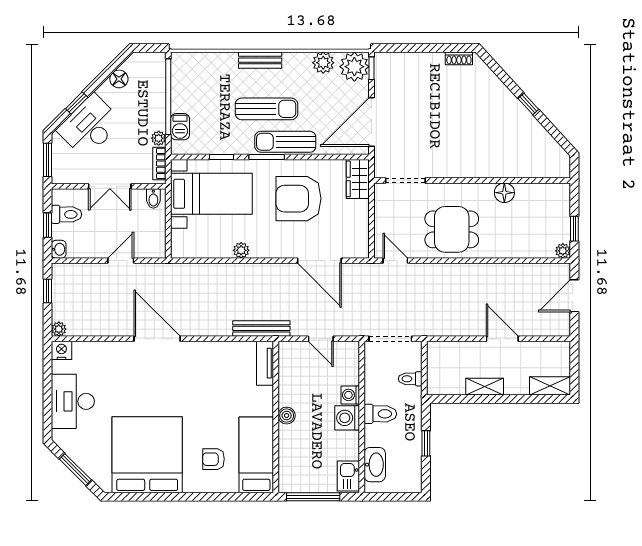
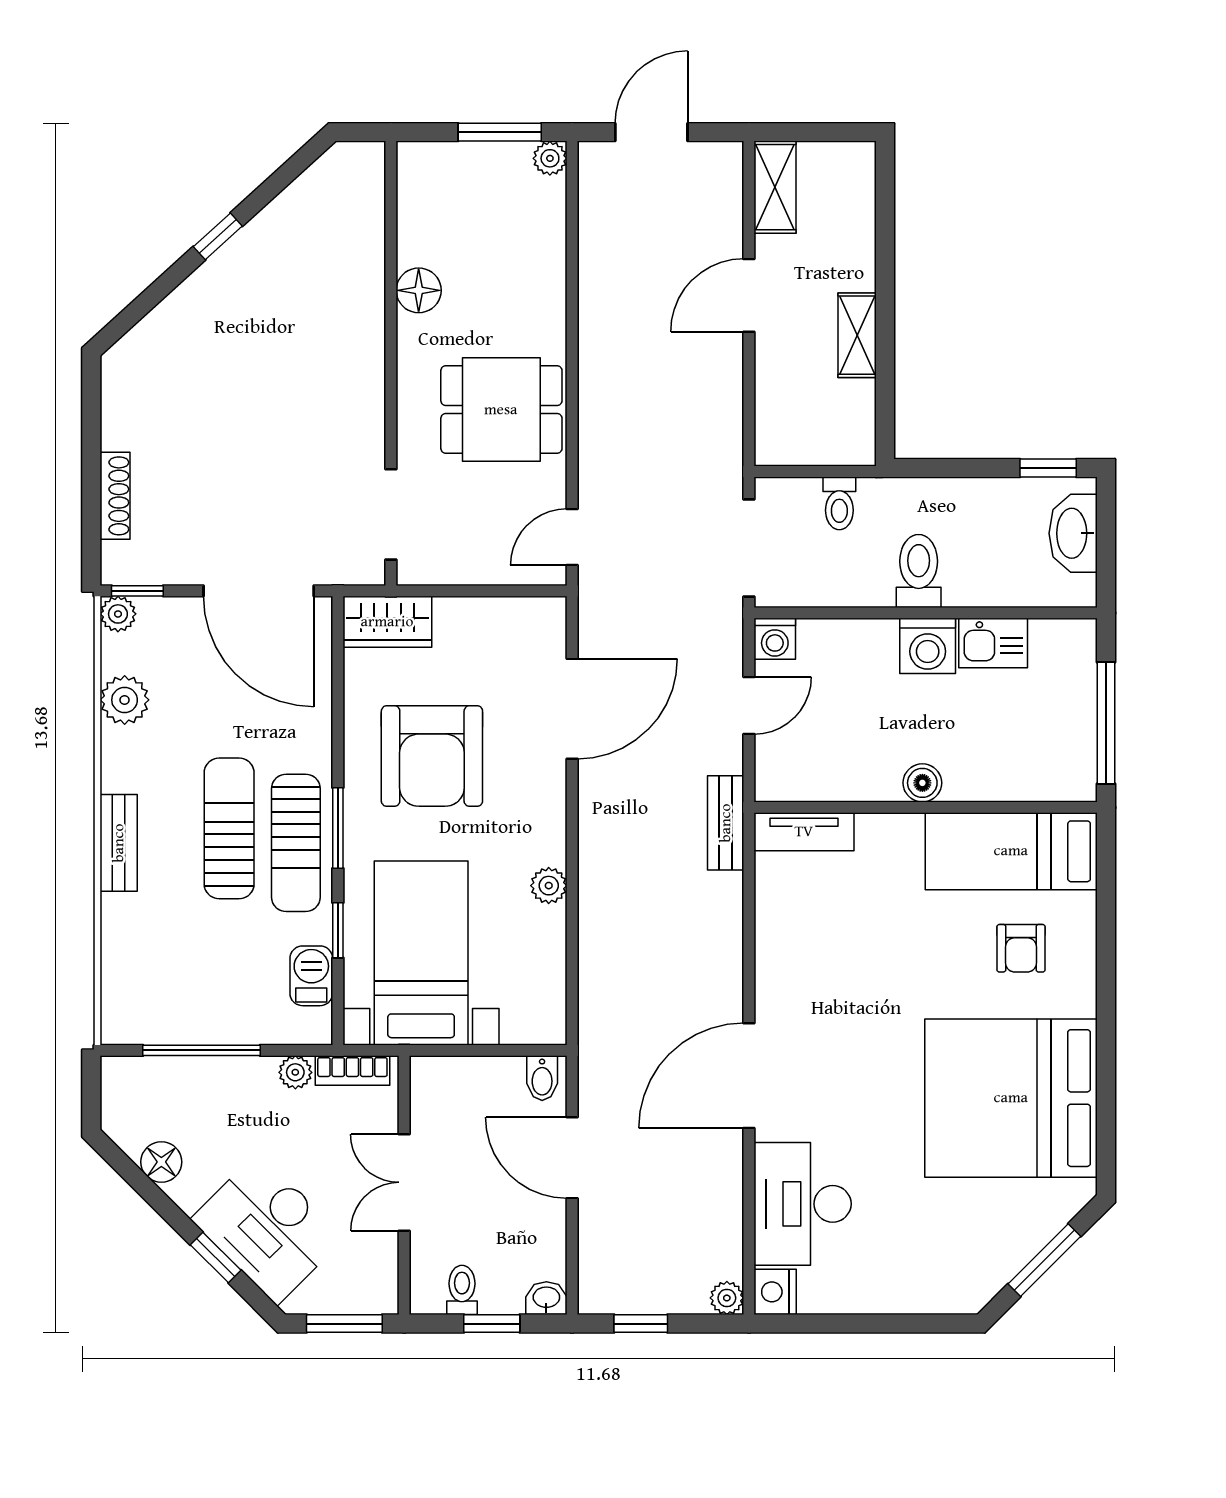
shoe rack: (459, 58) -> (115, 496), moved, width x1.43
plant: (354, 67) -> (118, 614), width x0.53, depth x0.53
window: (168, 97) -> (201, 1050), width x0.68
barbecue: (180, 127) -> (311, 976), moved, turned -90
sun lounger: (285, 142) -> (296, 843), moved
double door: (110, 186) -> (404, 1182), swing flipped
bidet: (153, 199) -> (542, 1078), moved, turned 90
toilet: (67, 214) -> (462, 1290), width x0.73, depth x0.72
dining table: (452, 229) -> (501, 410), turned 90
window: (574, 229) -> (500, 132), width x1.50
door: (121, 261) -> (572, 1158), width x1.38
door: (574, 296) -> (651, 132), swing flipped
bench: (261, 328) -> (726, 823), width x0.73
shelving: (550, 386) -> (775, 187), moved
washing machine: (350, 395) -> (775, 639), moved
desk: (73, 401) -> (803, 1204), moved, turned 90
window: (426, 443) -> (1048, 468), moved
washbasin: (375, 465) -> (1073, 533), moved, turned -90
kitchen sink: (348, 476) -> (993, 643), moved

